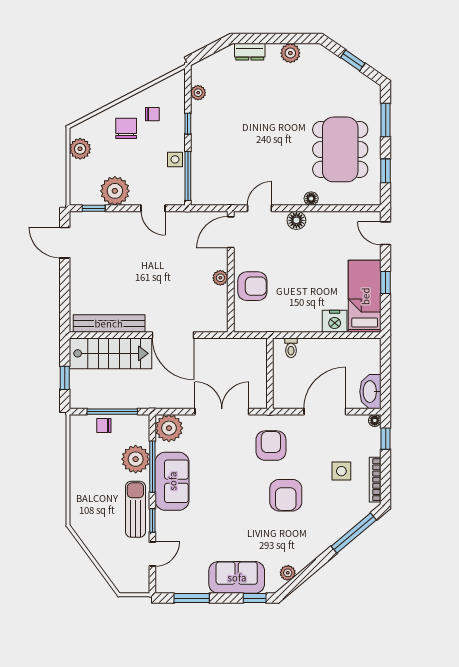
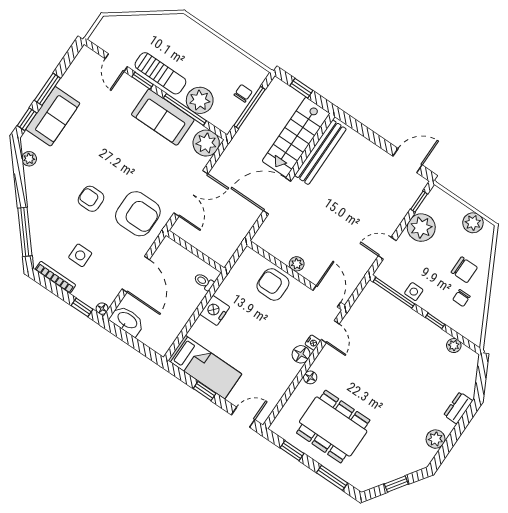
nightstand: (279, 217) -> (313, 343), added
armchair: (252, 286) -> (273, 284), turned 90
nightstand: (335, 321) -> (215, 310), moved
armchair: (271, 446) -> (138, 214), width x1.36, depth x1.36
armchair: (286, 495) -> (91, 199), width x0.72, depth x0.72
window: (192, 598) -> (47, 89), moved

